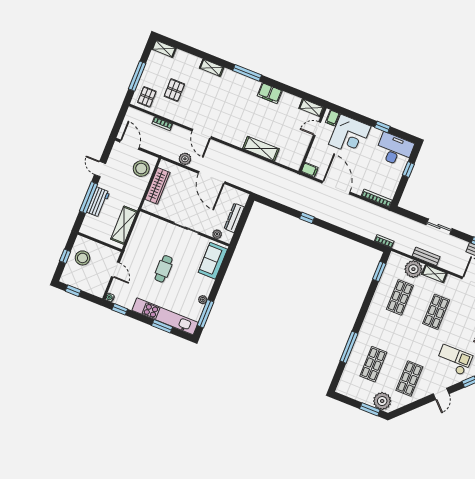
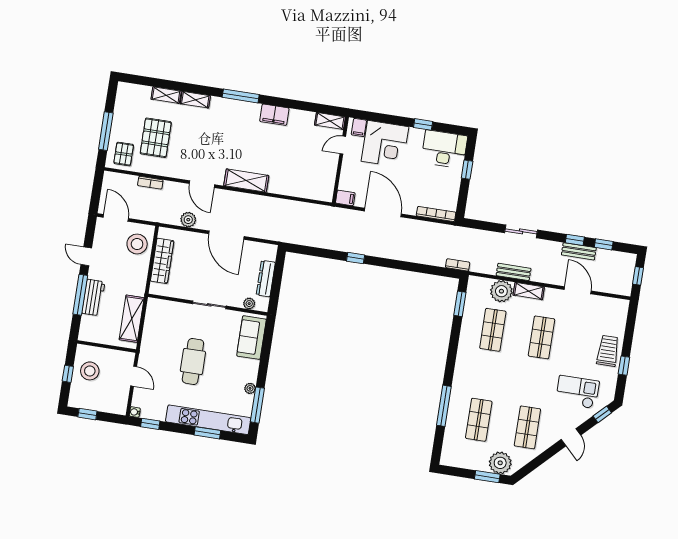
shelving: (164, 49) -> (166, 95), moved
pallet: (174, 90) -> (156, 138), width x1.50, depth x1.42
shelving: (261, 149) -> (246, 181), moved
cafe table: (164, 269) -> (193, 361), width x1.37, depth x1.35

